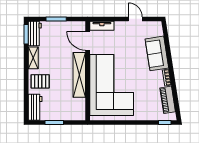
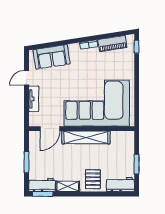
tv unit: (102, 26) -> (34, 99), moved
sofa: (157, 53) -> (52, 57), moved

